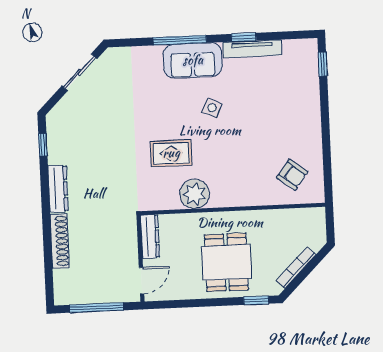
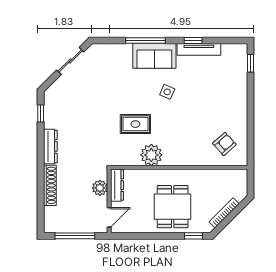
armchair: (292, 175) -> (224, 144), turned -79
plant: (127, 241) -> (100, 188), added

